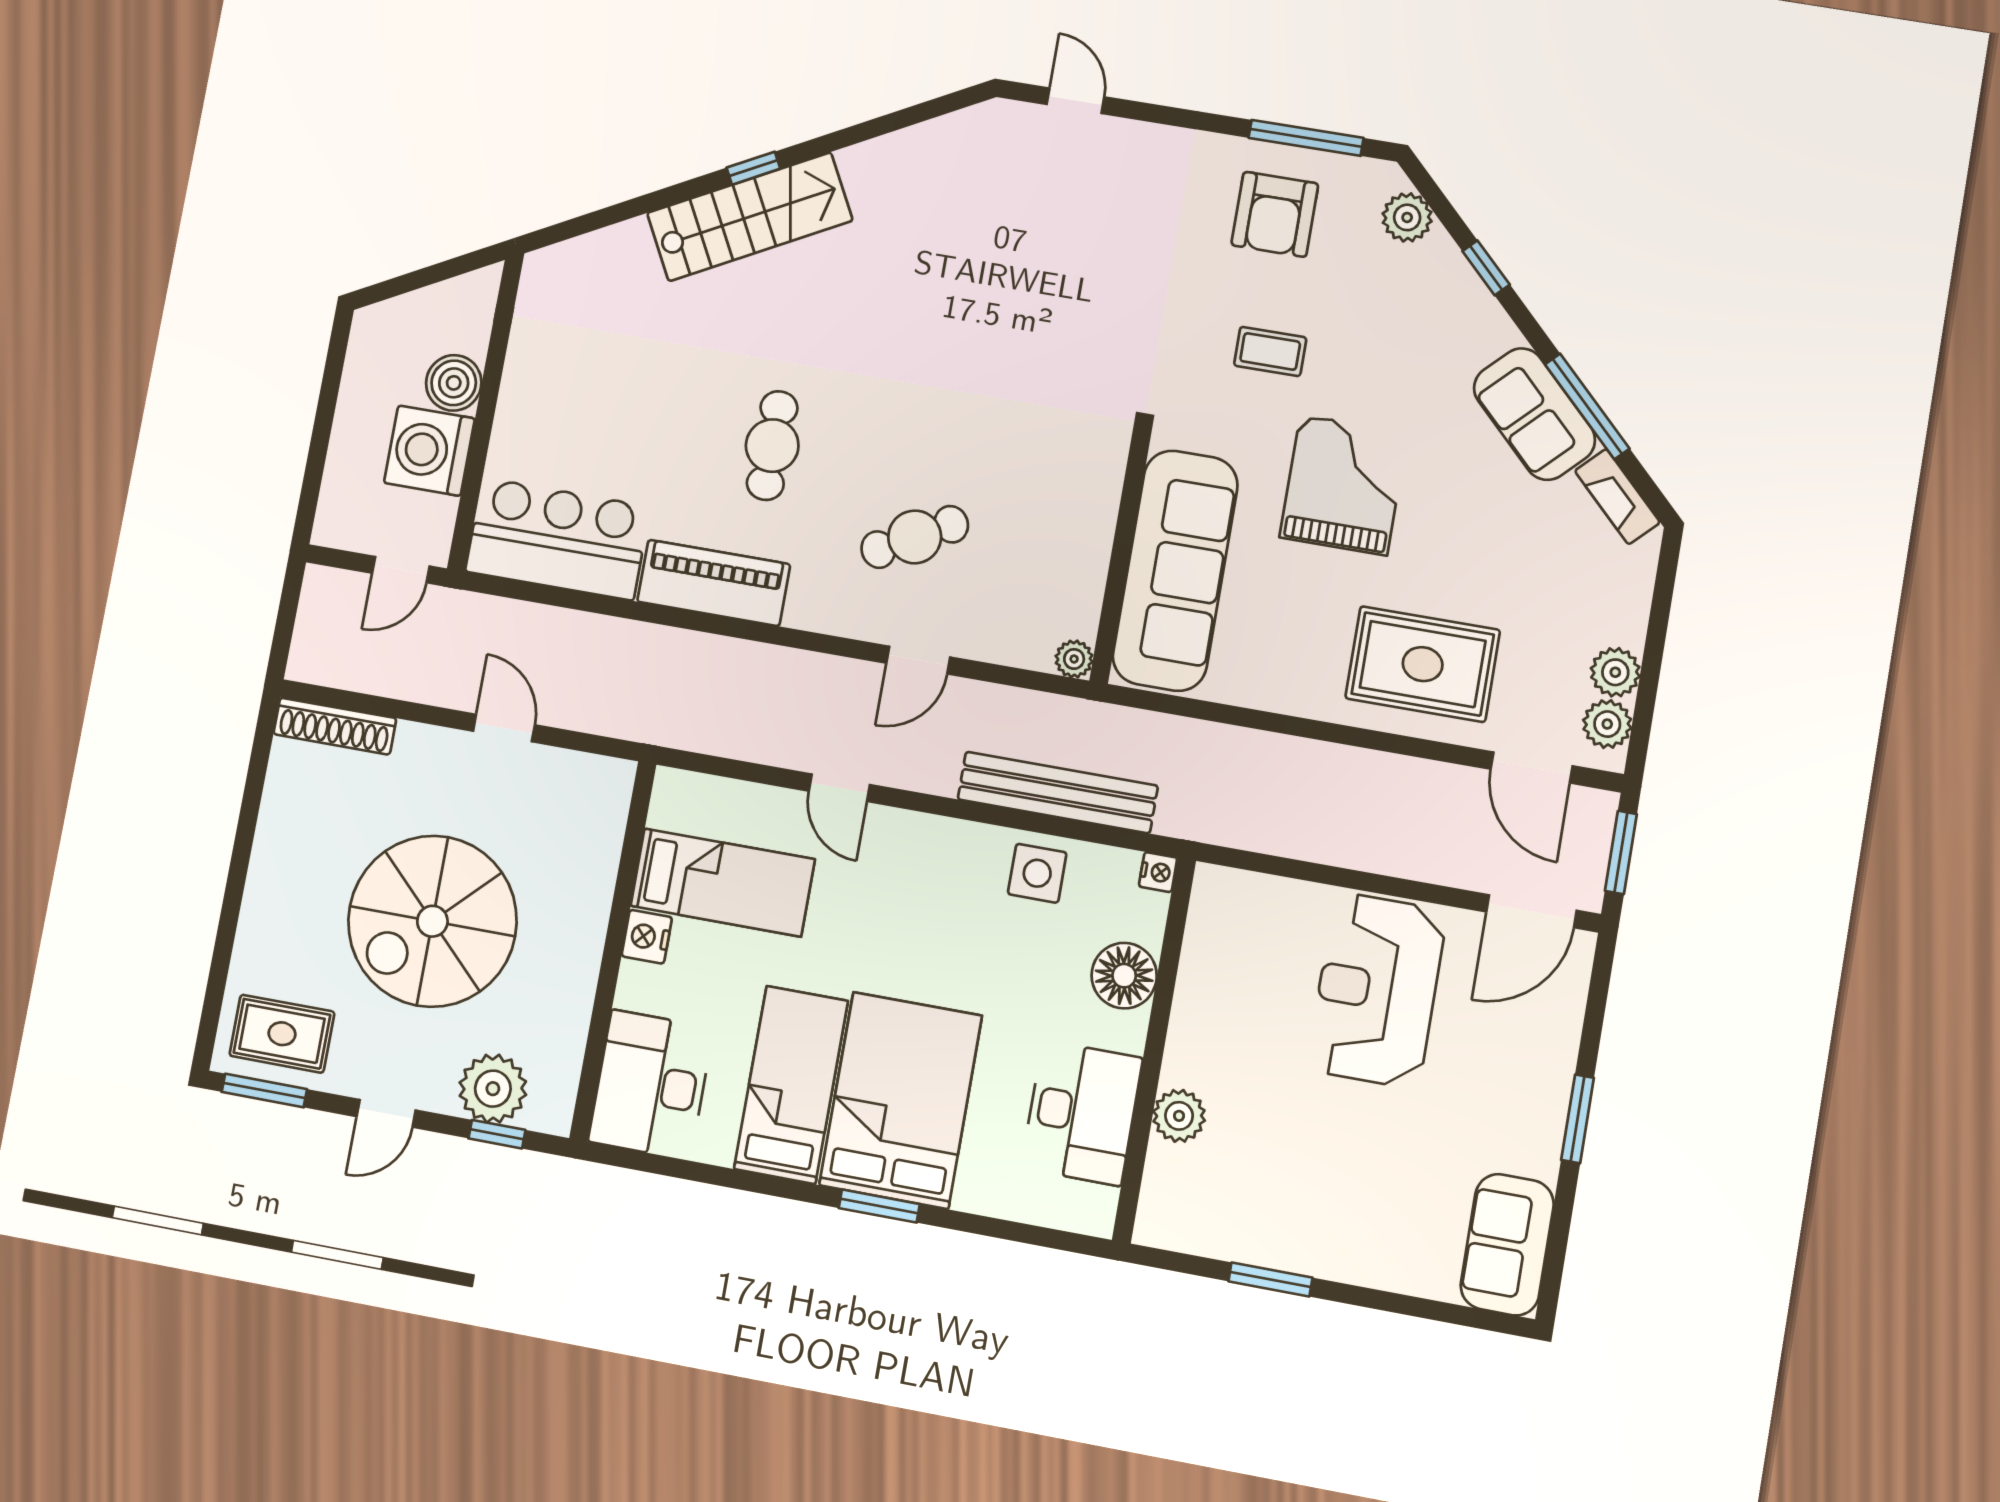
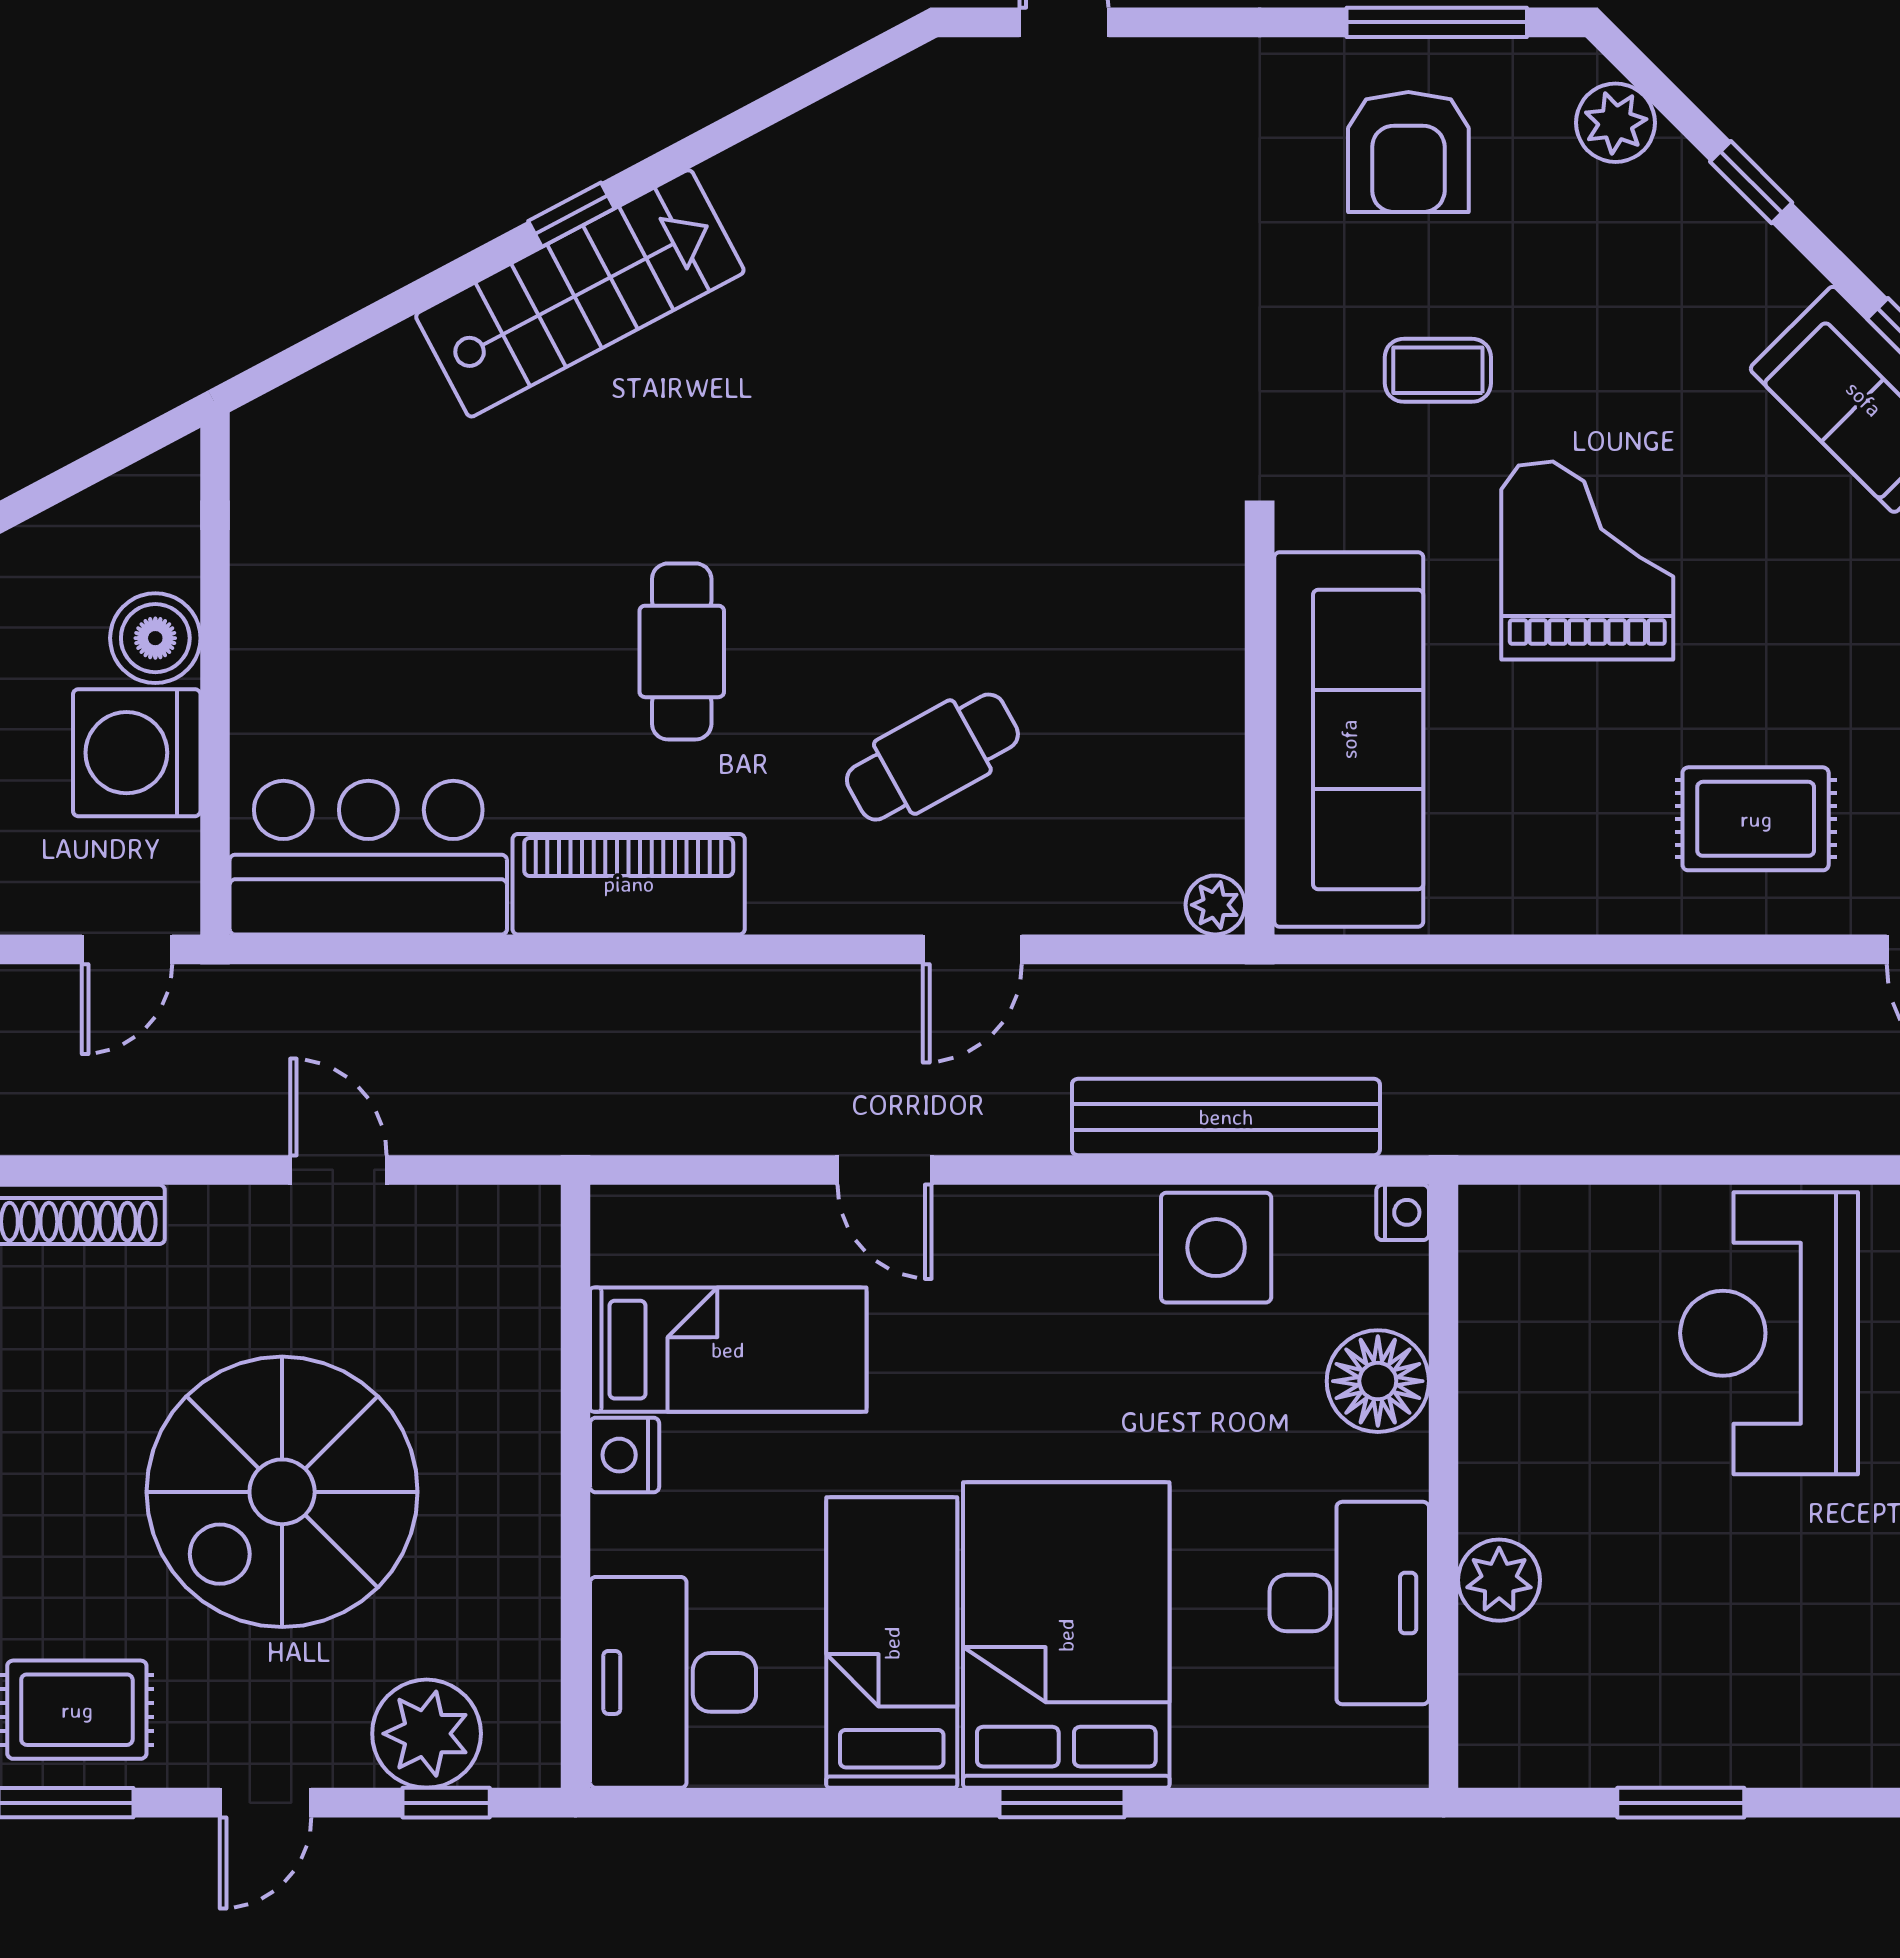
rug: (1423, 664) -> (1756, 819), width x0.73, depth x0.70
side table: (1037, 873) -> (1216, 1248), width x1.37, depth x1.37

